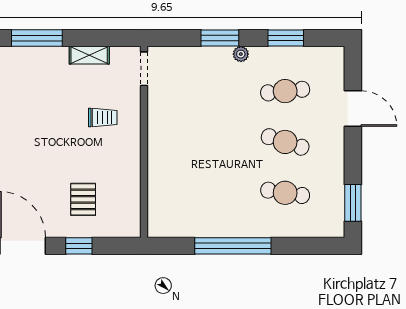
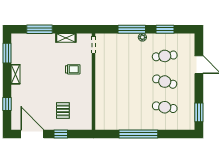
window: (220, 38) -> (132, 29), width x1.44

